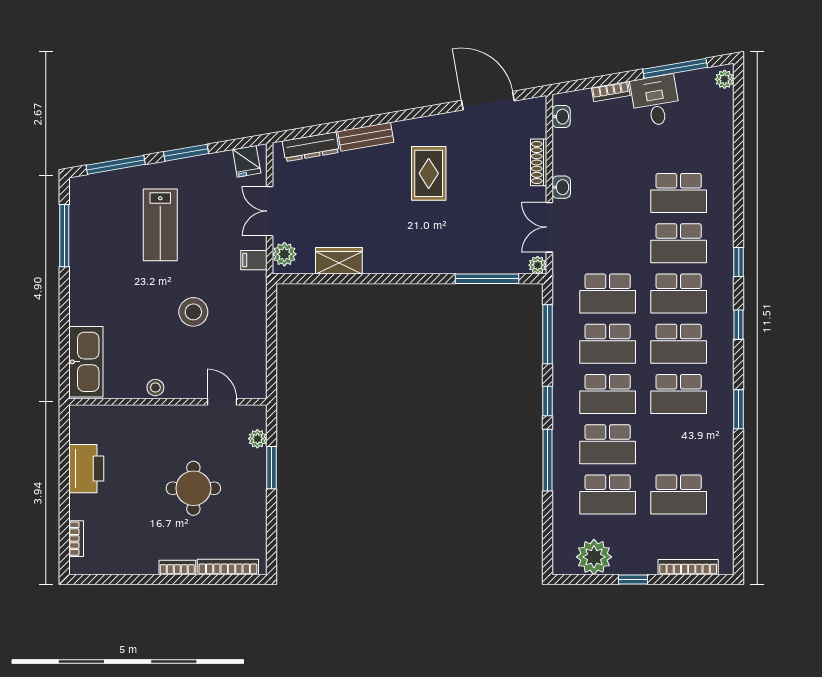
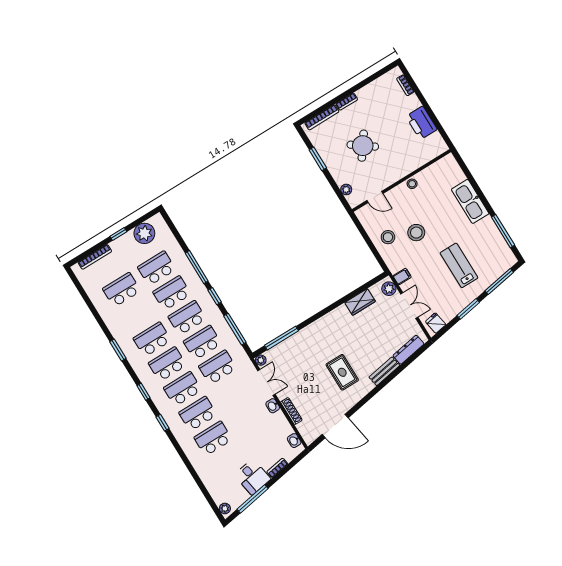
stool: (239, 331) -> (388, 237), added
kitchen sink: (86, 362) -> (470, 201), moved
window: (271, 468) -> (318, 159), moved
round table: (193, 488) -> (363, 146), turned 36

